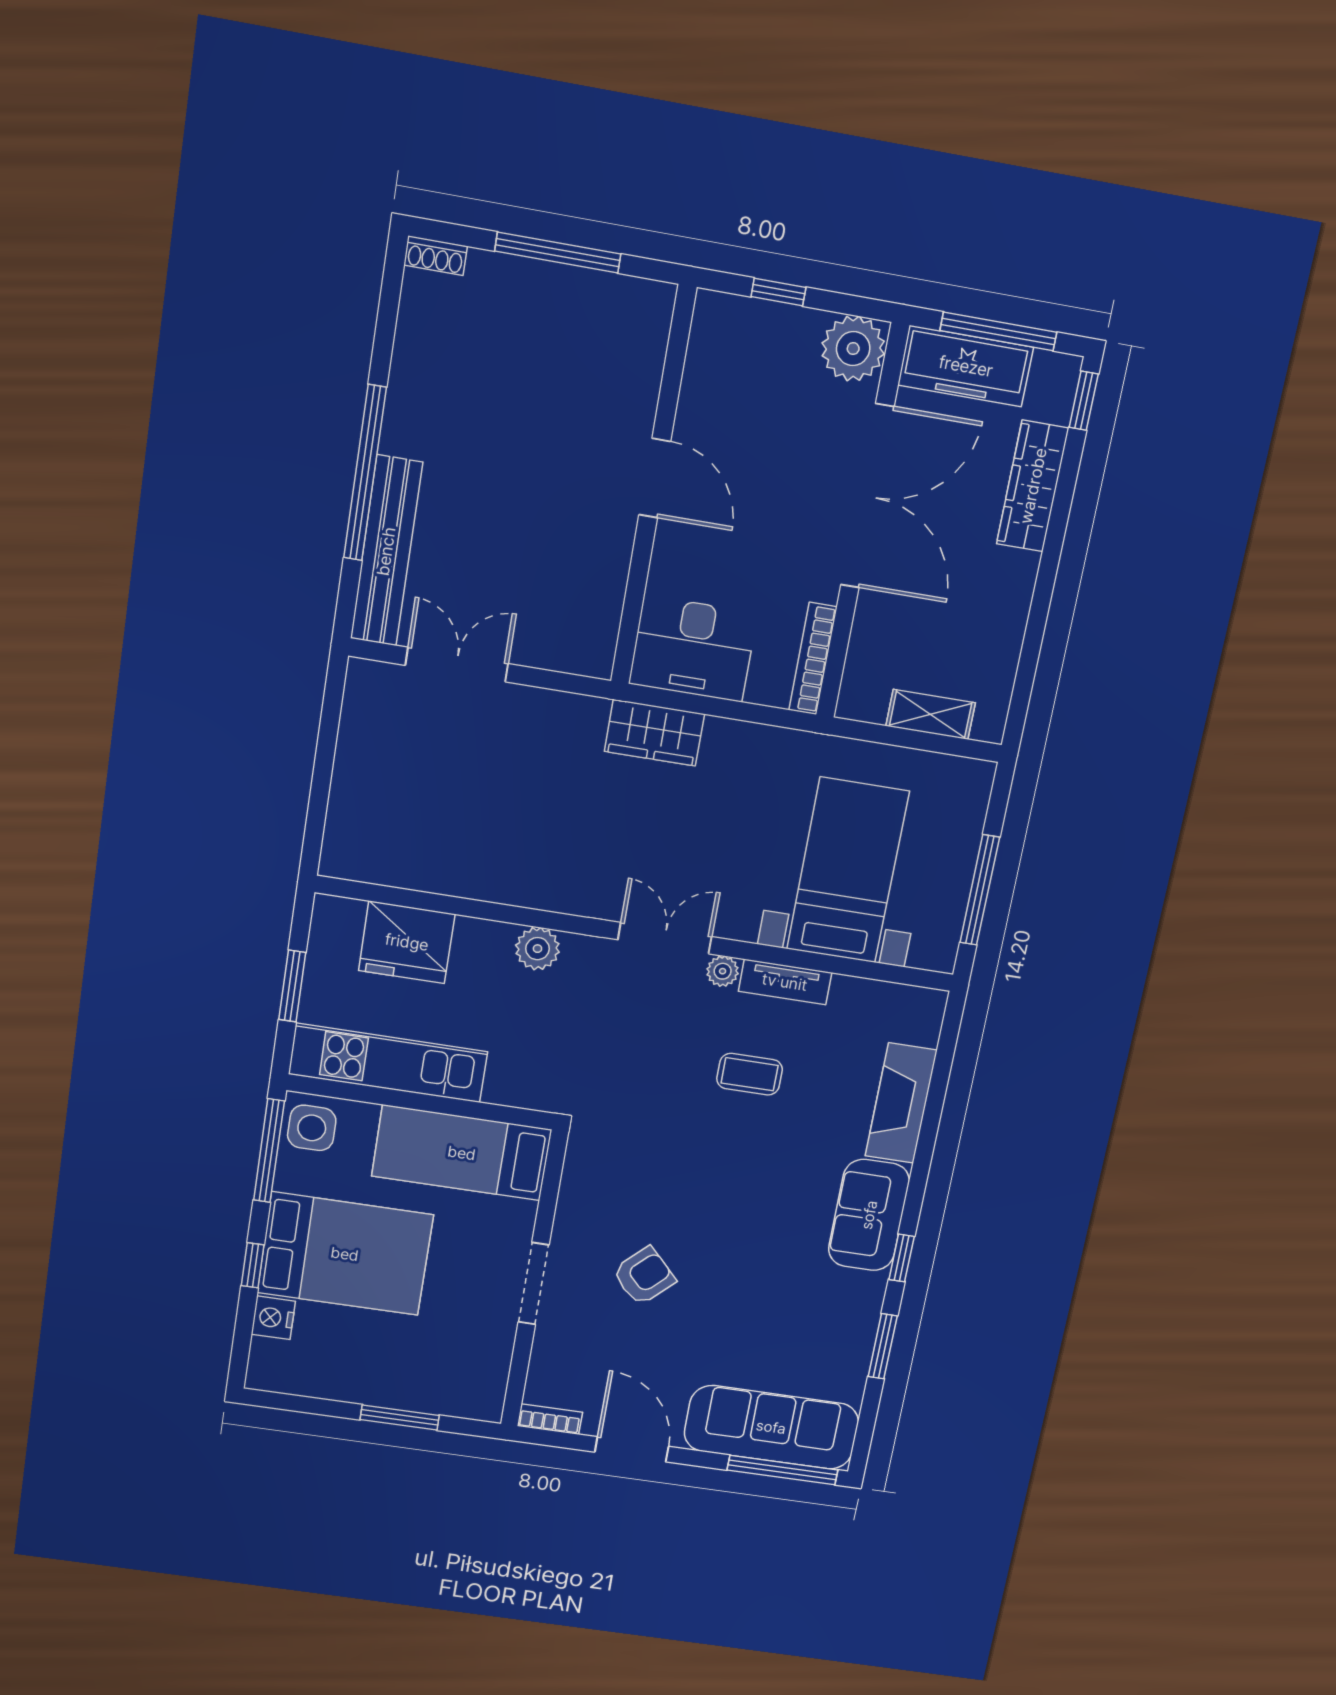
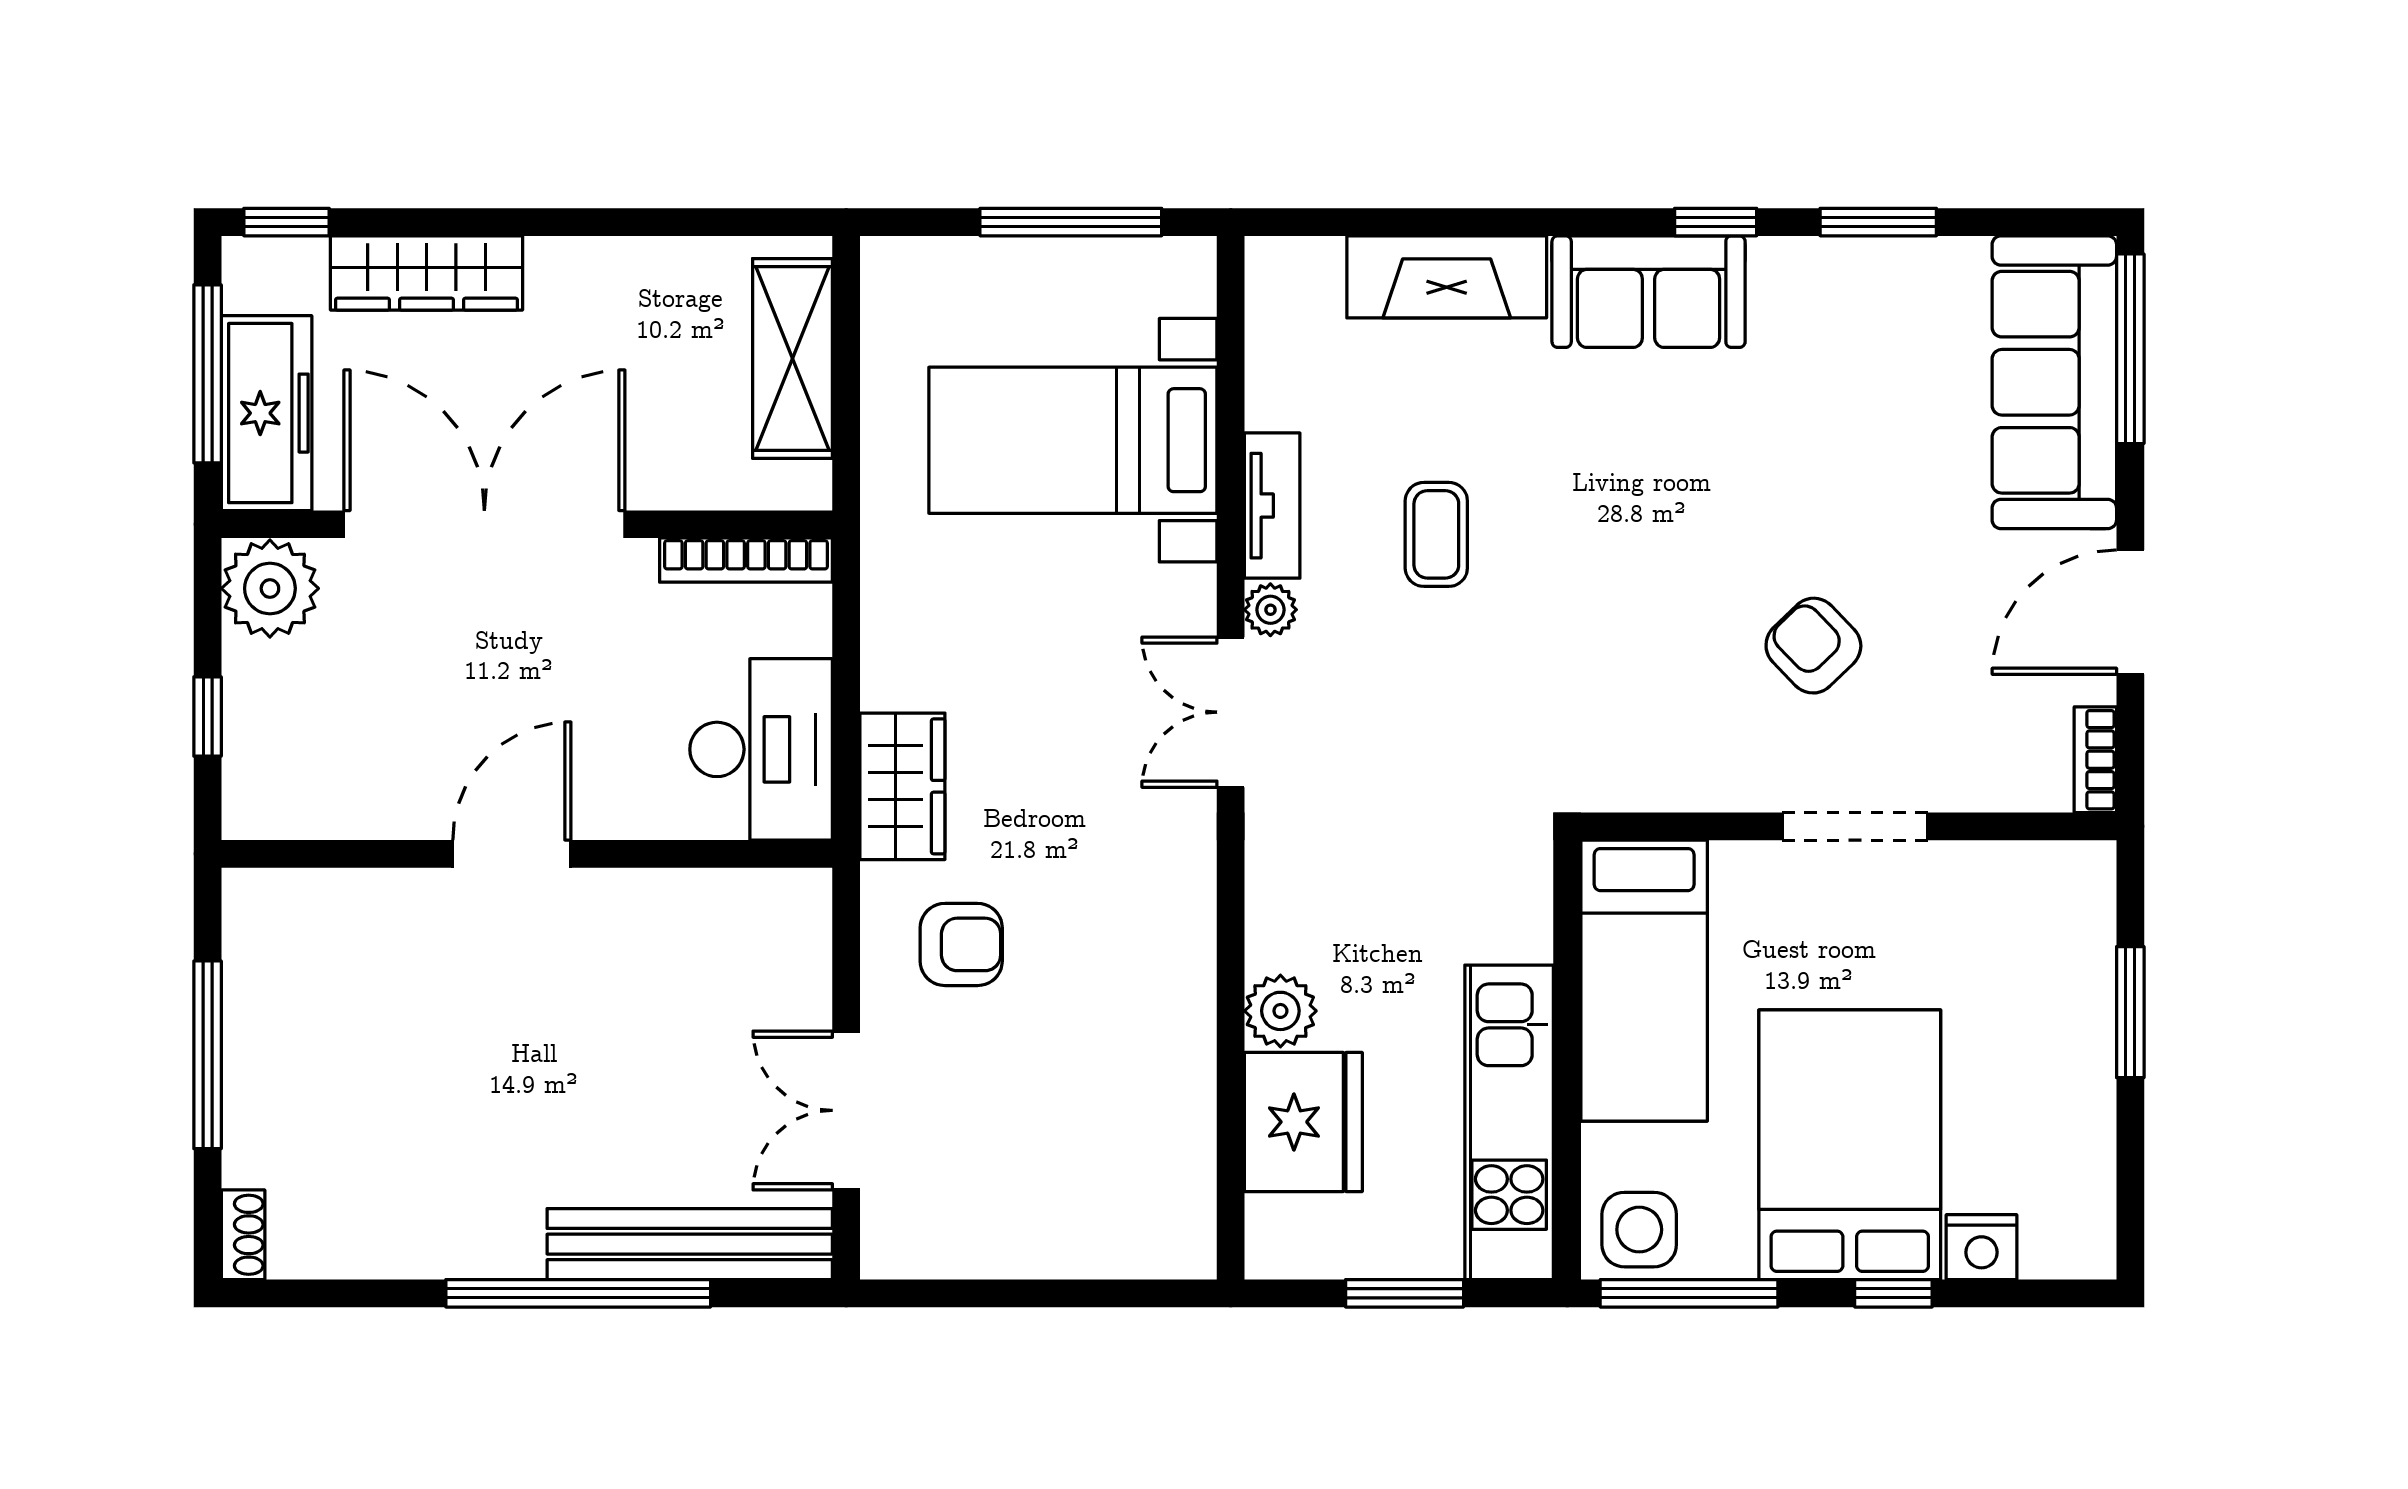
shelving: (931, 714) -> (792, 358), width x1.50, depth x1.33
armchair: (550, 753) -> (961, 944), added
plant: (537, 949) -> (1280, 1011), moved

